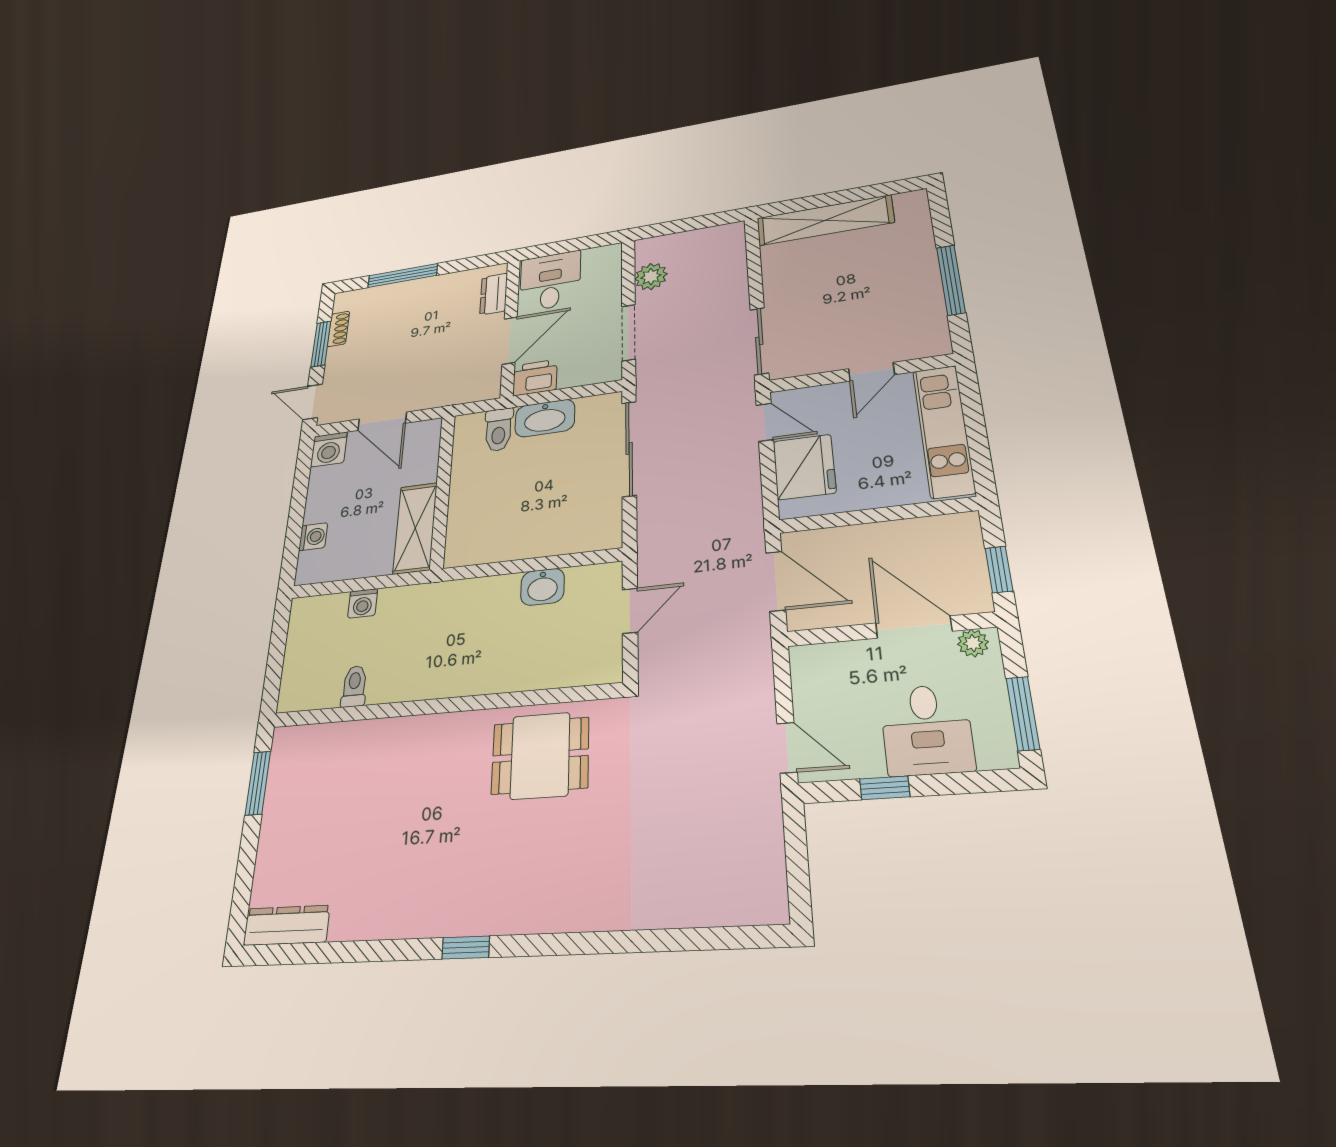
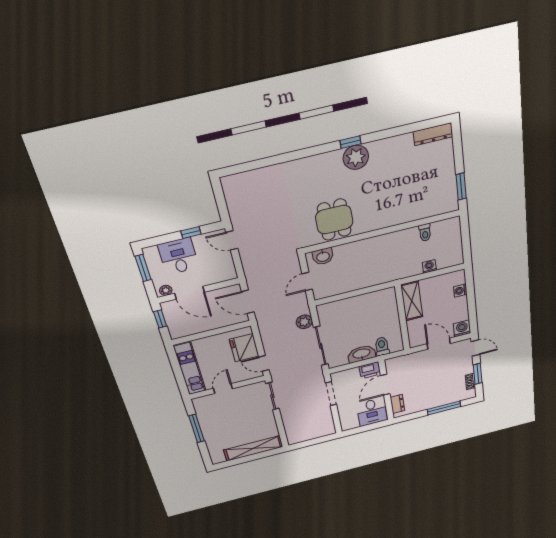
plant: (651, 277) -> (304, 322), moved
washbasin: (542, 587) -> (323, 256), moved, turned 180
dining table: (540, 756) -> (334, 220), turned 90
plant: (462, 905) -> (356, 157), added

